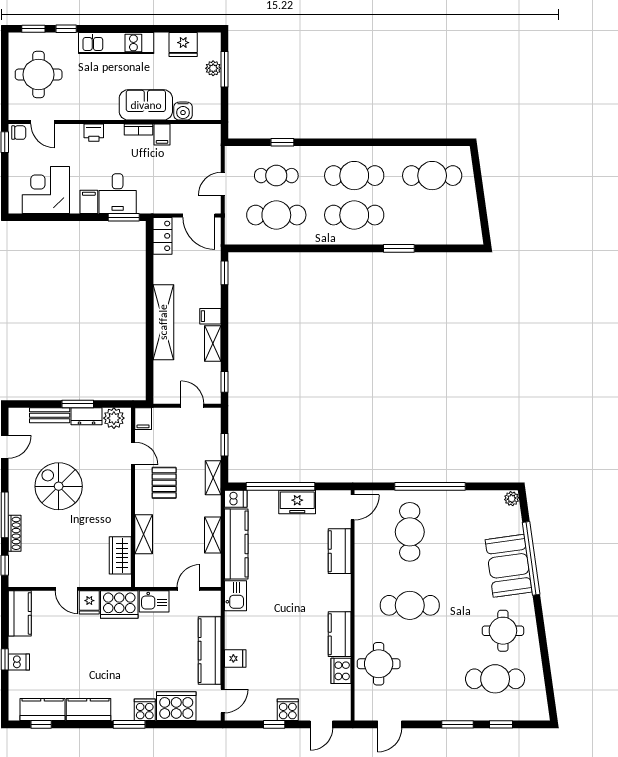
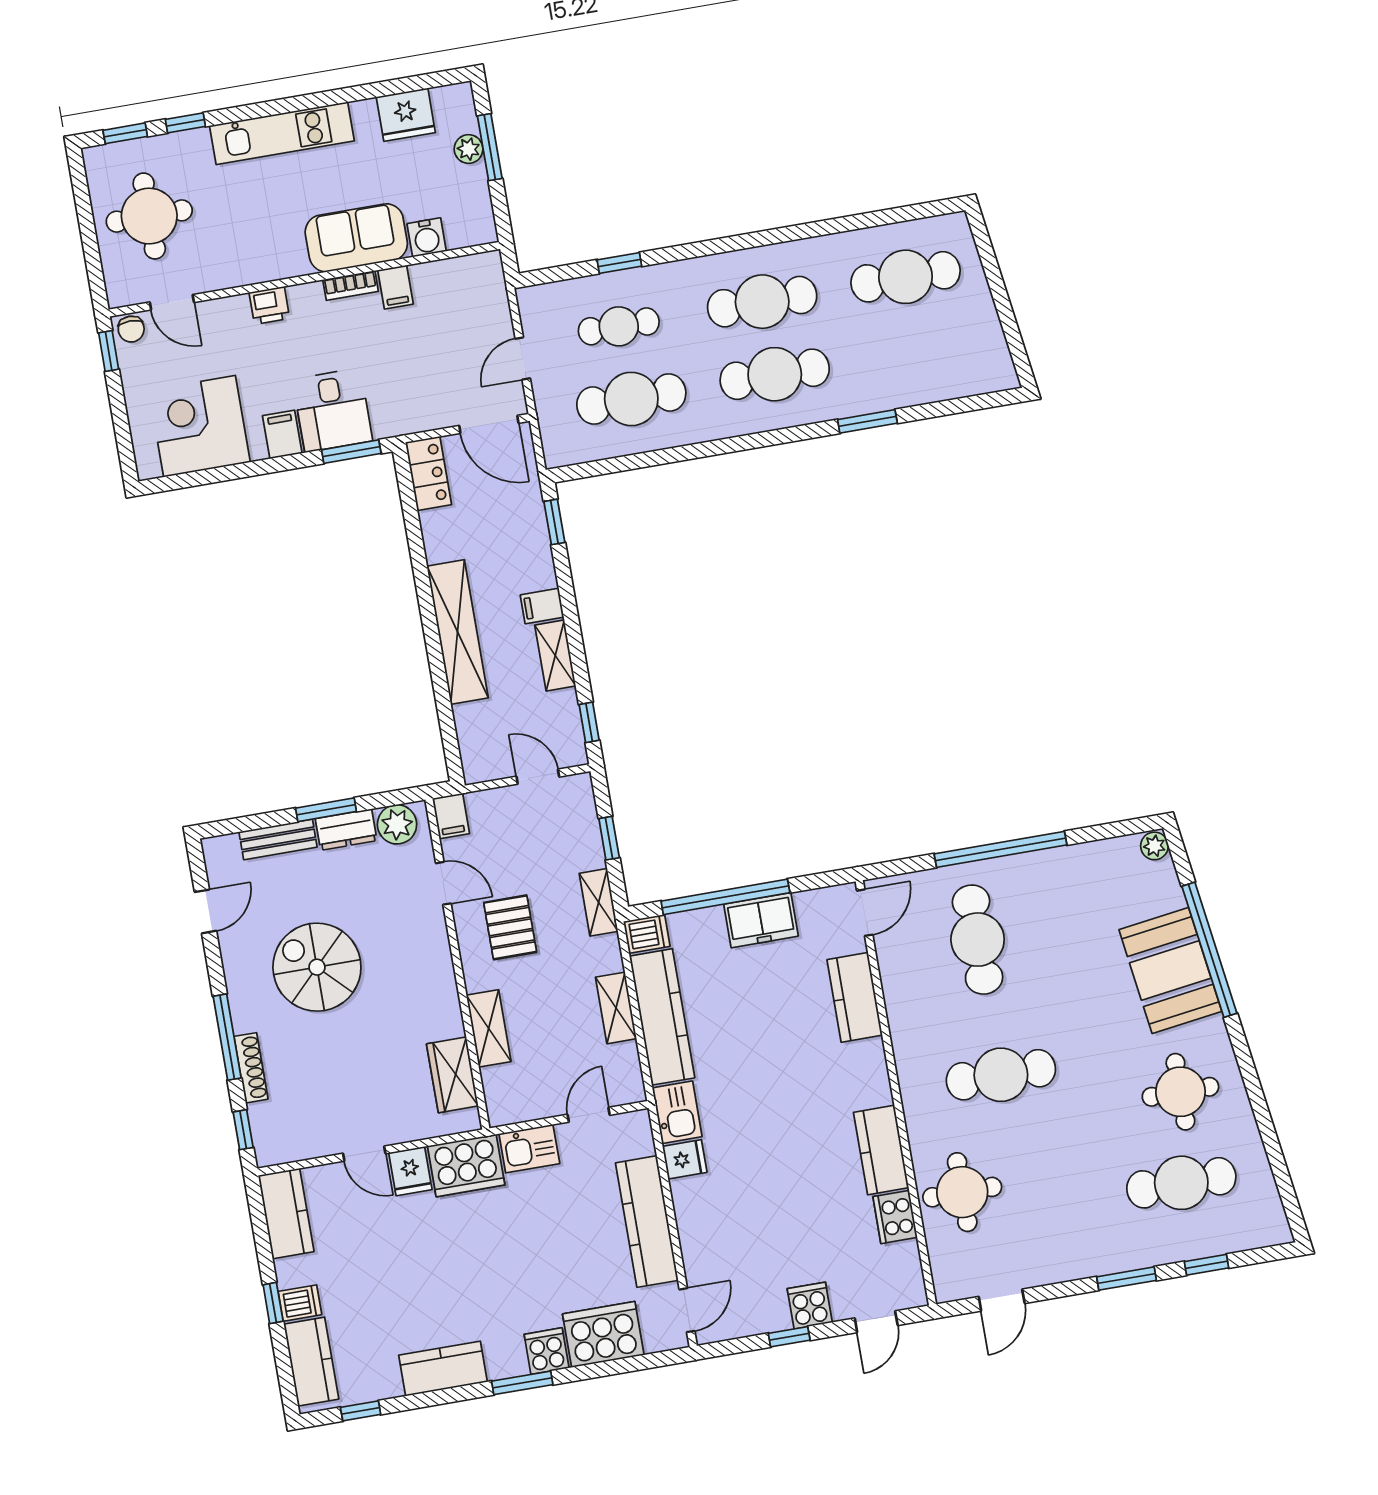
chair: (19, 133) -> (131, 329), turned 90
fridge: (235, 658) -> (685, 1159), moved
kitchen counter: (43, 710) -> (311, 1362), moved, turned 90

